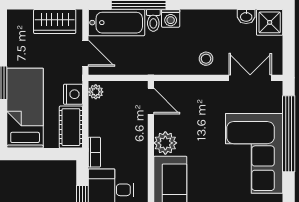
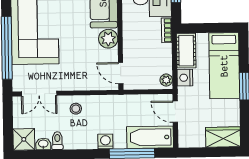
toilet: (153, 20) -> (57, 141), moved
wardrobe: (55, 22) -> (223, 137), moved

